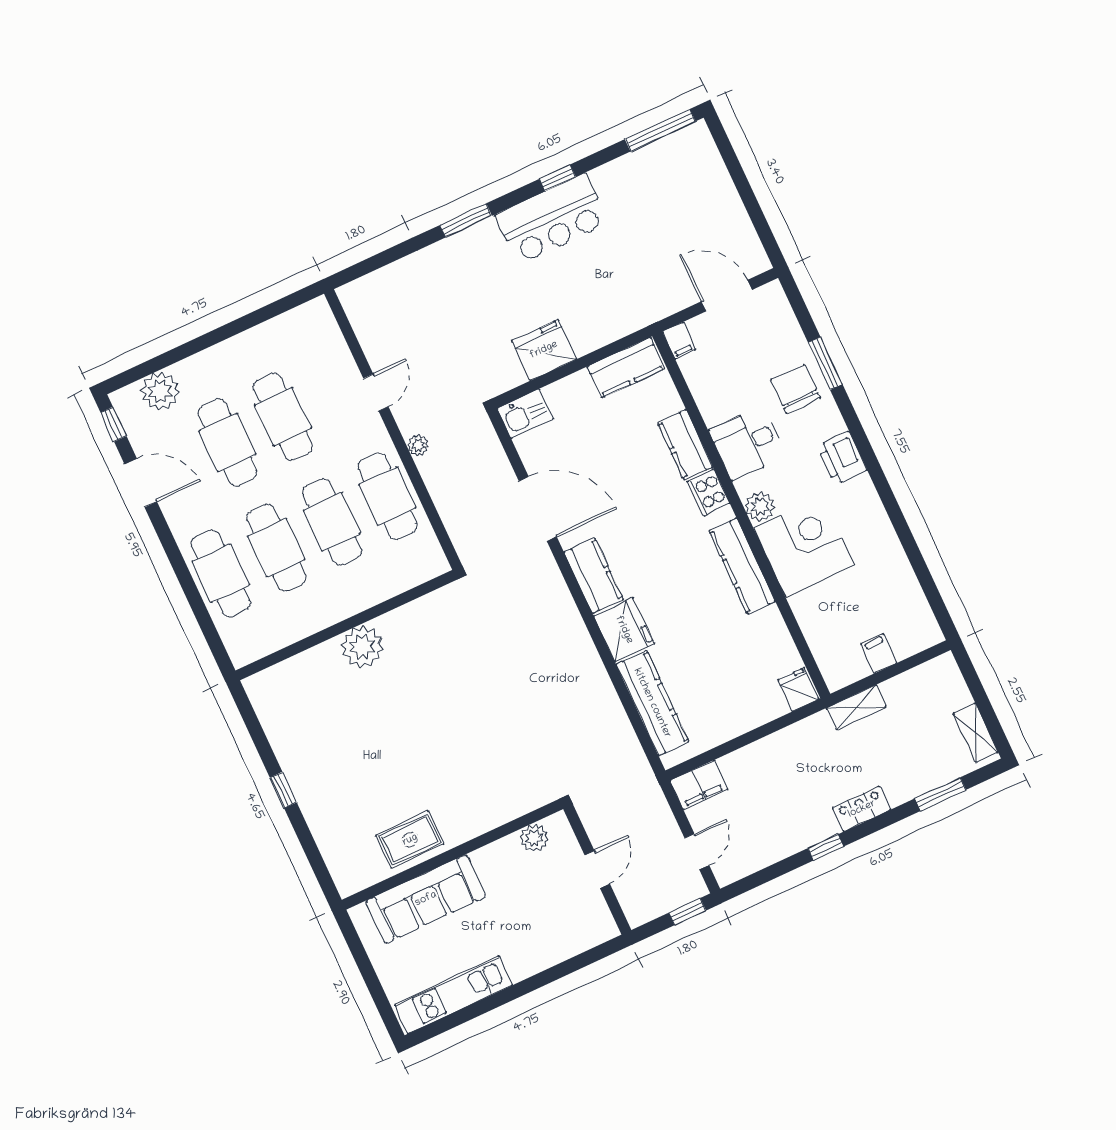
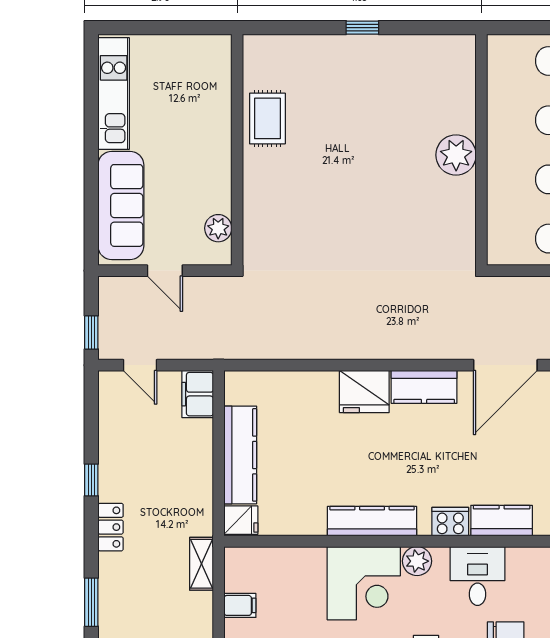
kitchen counter: (652, 703) -> (240, 455), moved, turned -90
sofa: (426, 899) -> (121, 205), moved, turned 180

